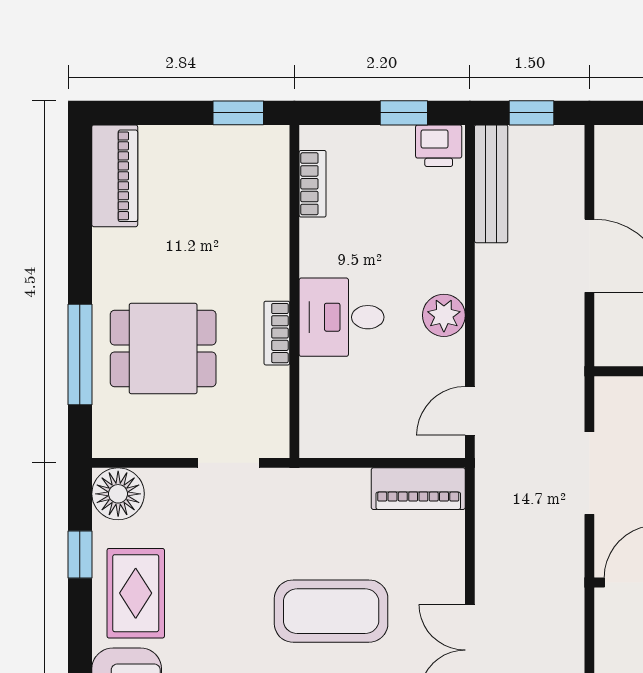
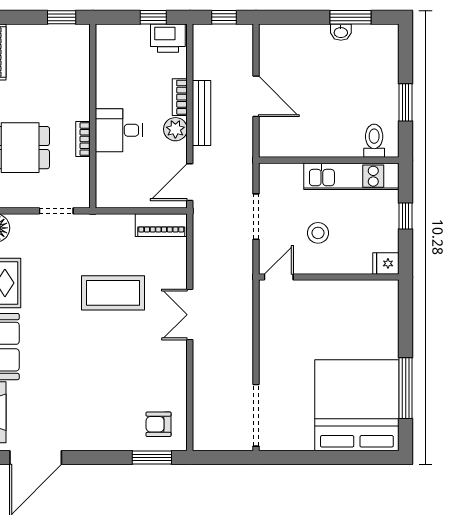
printer: (439, 146) -> (168, 38), width x1.36, depth x1.24
bookcase: (313, 184) -> (180, 97), moved, turned 180
bench: (491, 184) -> (202, 113), moved
door: (470, 411) -> (190, 182), width x1.38

